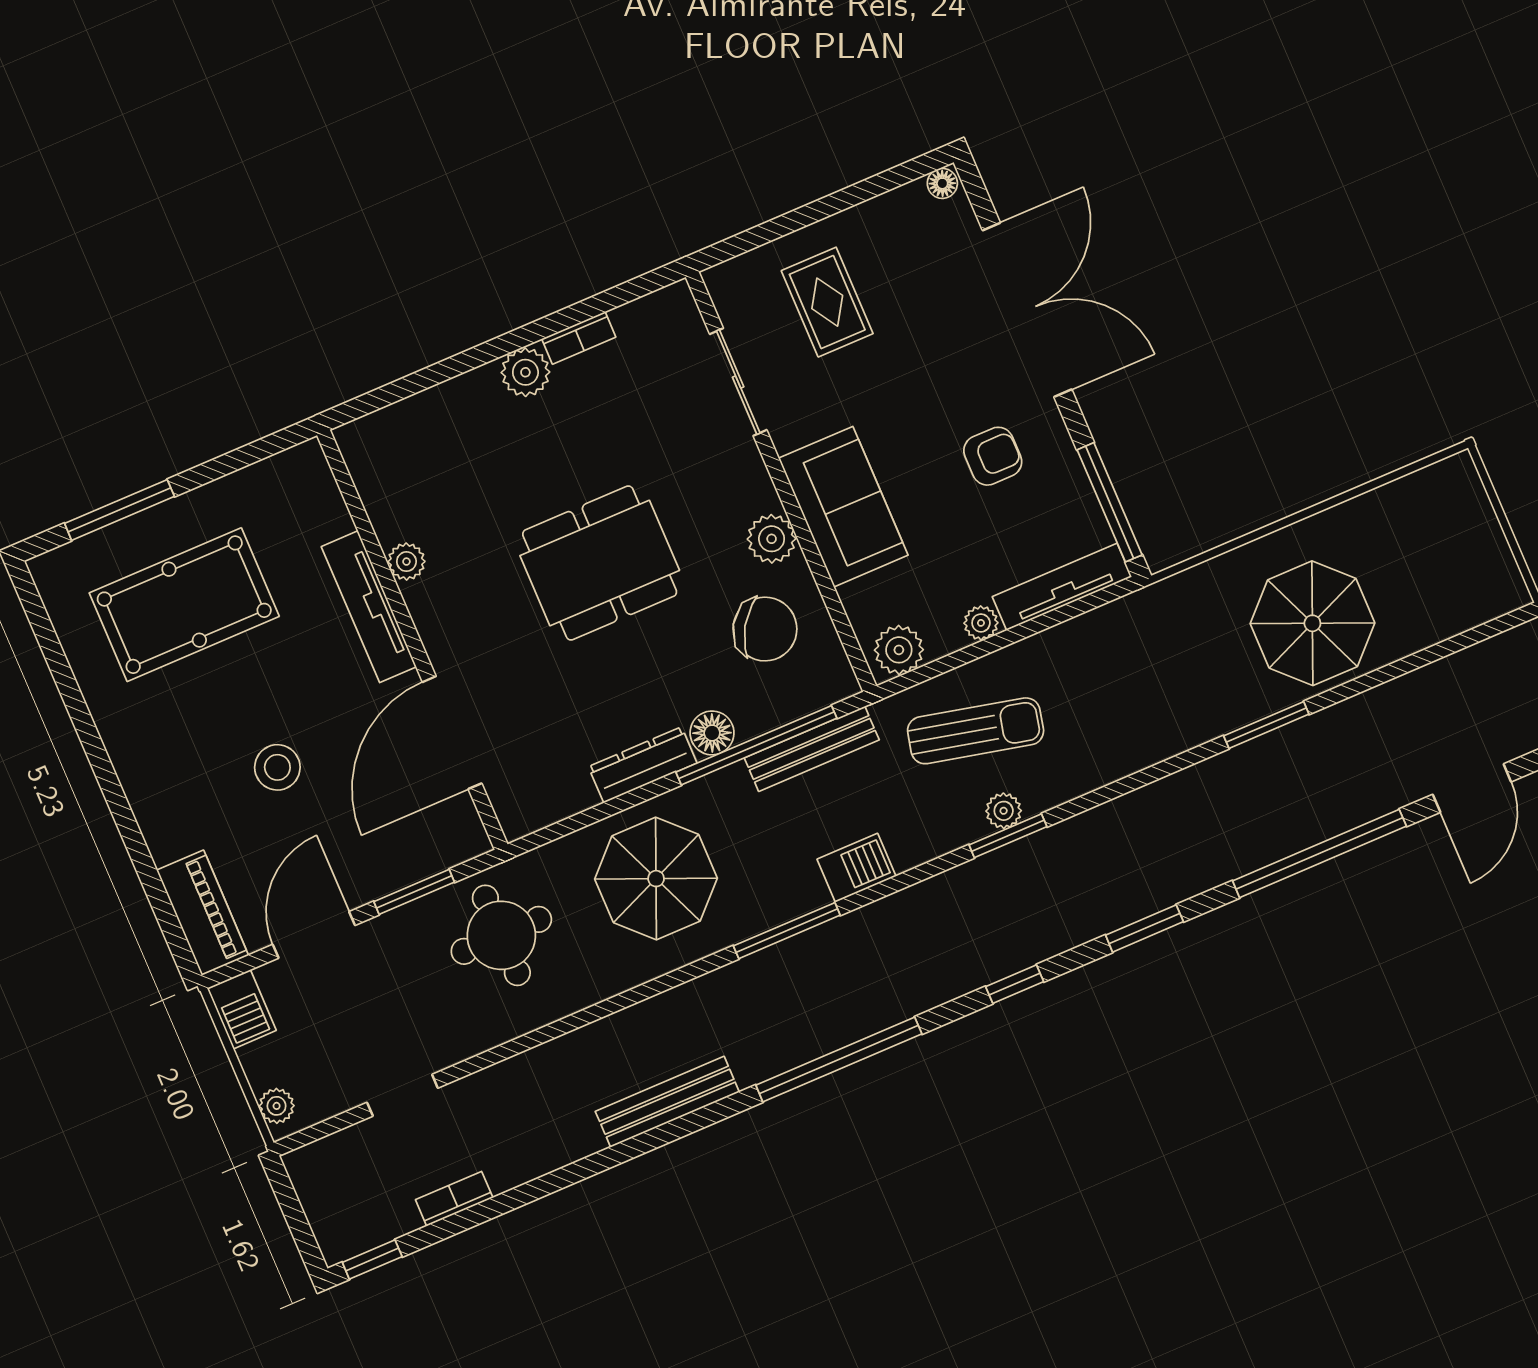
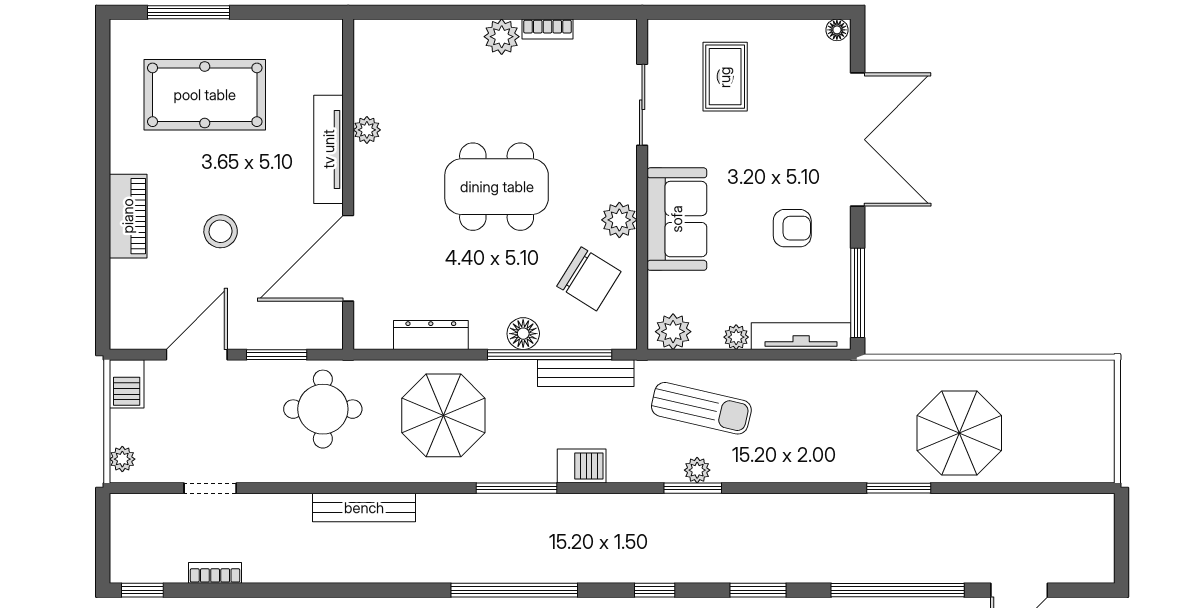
dresser: (643, 765) -> (431, 335), moved
piano: (203, 913) -> (128, 216), moved
bench: (667, 1102) -> (364, 508), moved

